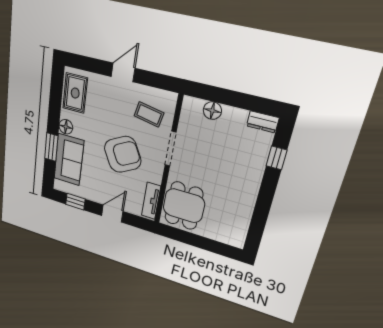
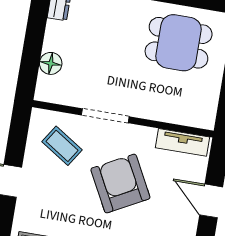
coffee table: (149, 114) -> (62, 146), turned -68
dining table: (184, 206) -> (179, 43), moved

